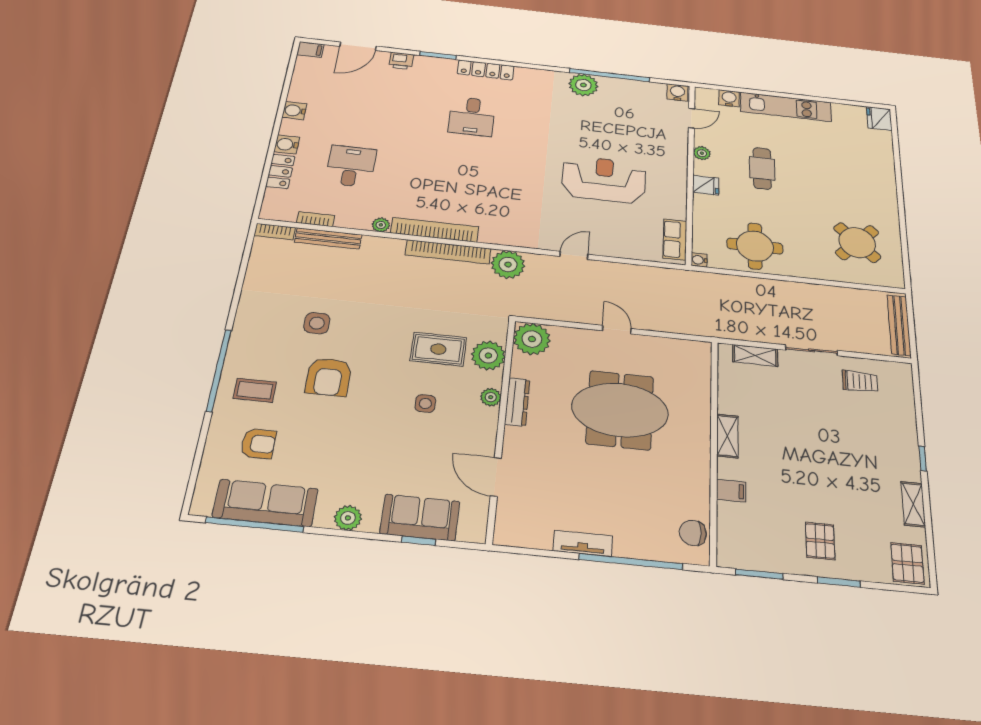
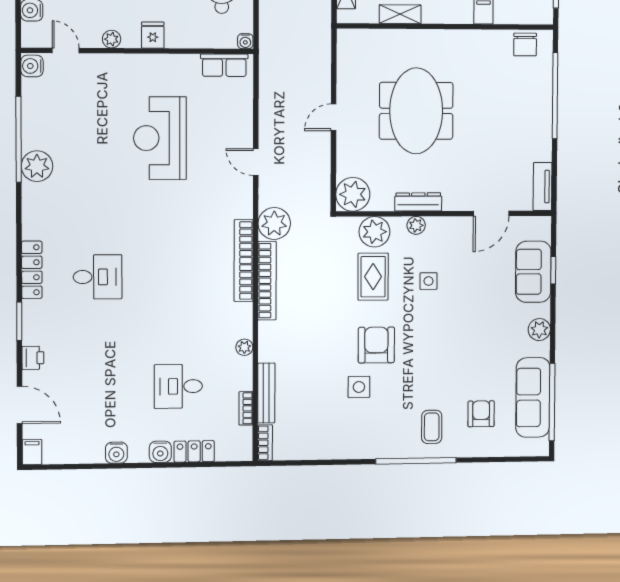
bookcase: (435, 230) -> (244, 261), moved
armchair: (329, 377) -> (376, 345), moved, turned -90
shelving: (727, 436) -> (400, 14), moved
tv unit: (583, 543) -> (543, 187), moved

